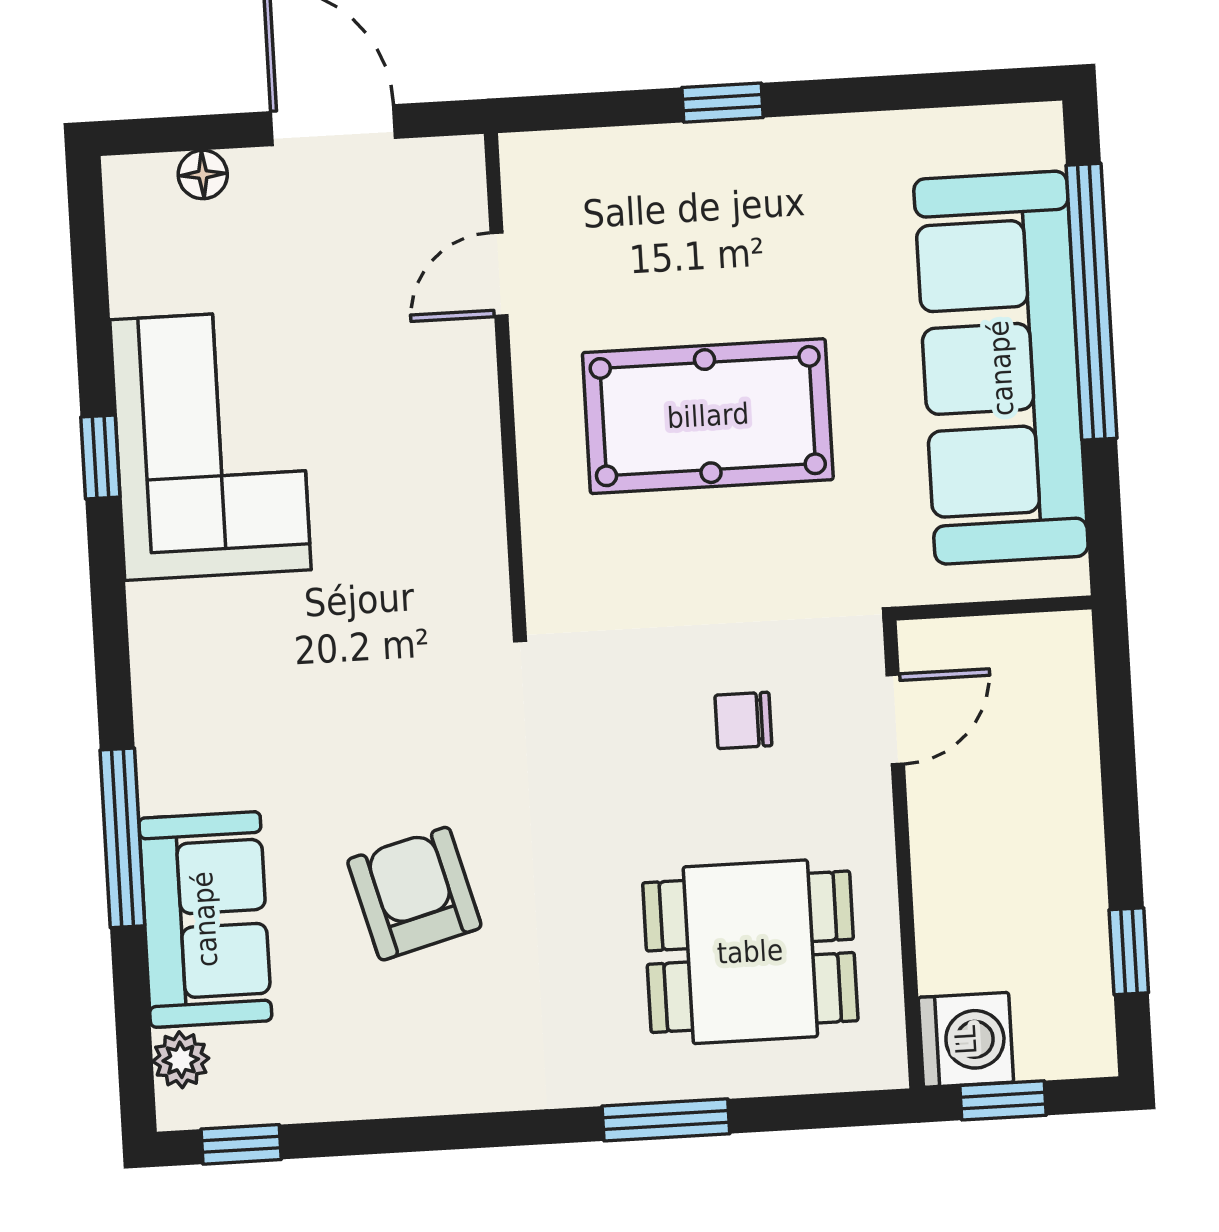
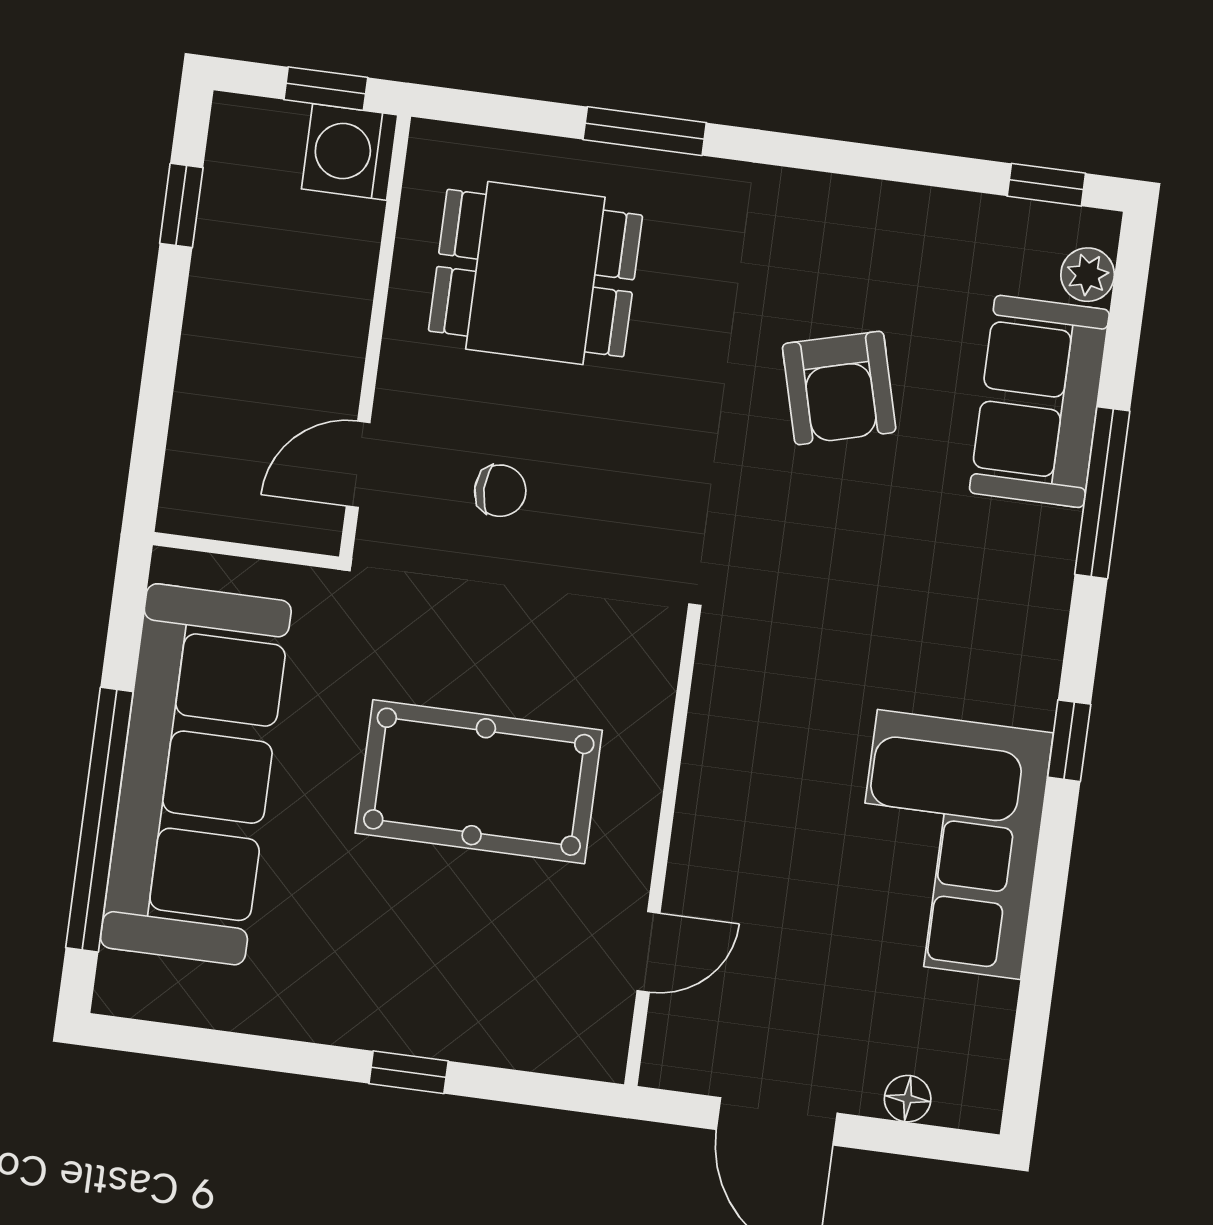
window: (100, 457) -> (1069, 741), moved

